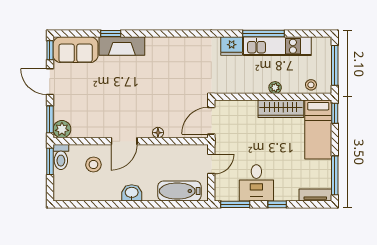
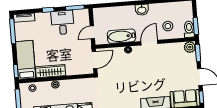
bathtub: (179, 191) -> (121, 36), moved, turned 180

